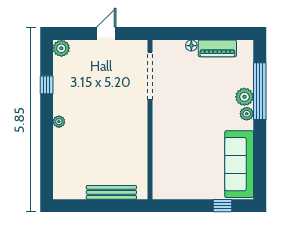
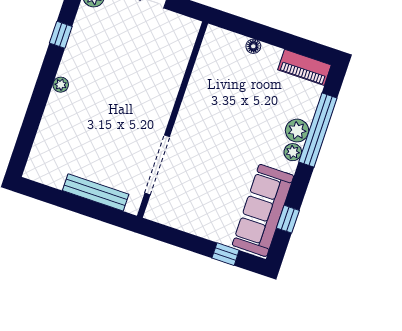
piano: (217, 48) -> (305, 67), moved
doorway: (150, 76) -> (157, 165), moved
window: (260, 164) -> (288, 219), added

